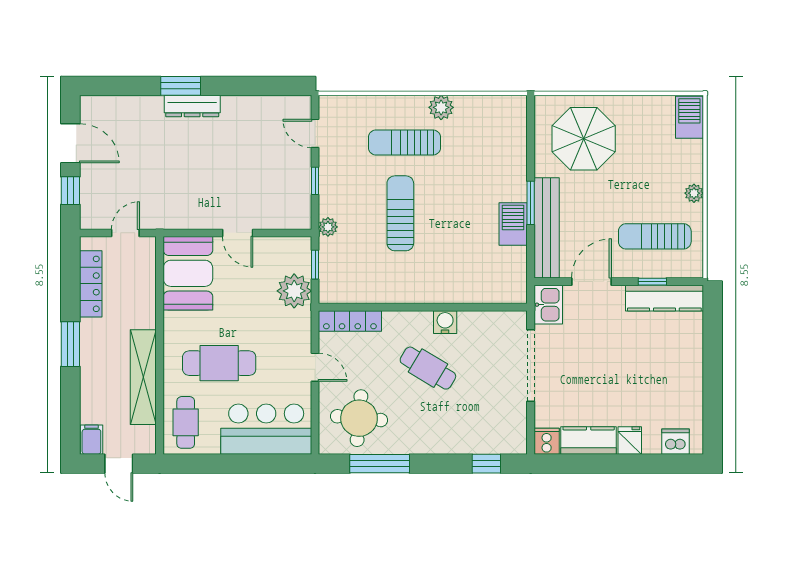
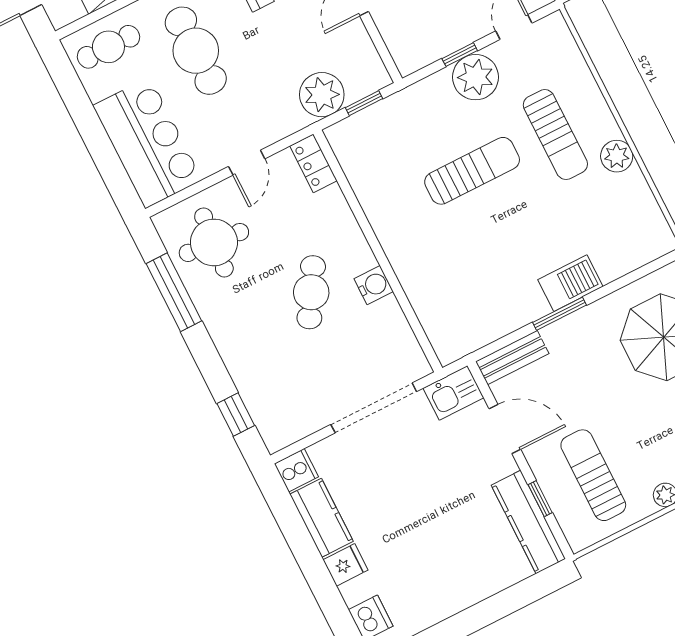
sun lounger: (404, 143) -> (555, 135), turned 180
barbecue: (513, 224) -> (570, 283), moved
plant: (328, 227) -> (475, 77), moved, width x1.88, depth x1.88
bench: (547, 228) -> (512, 358), width x0.54, depth x0.82
locker: (350, 321) -> (313, 163), width x0.66

